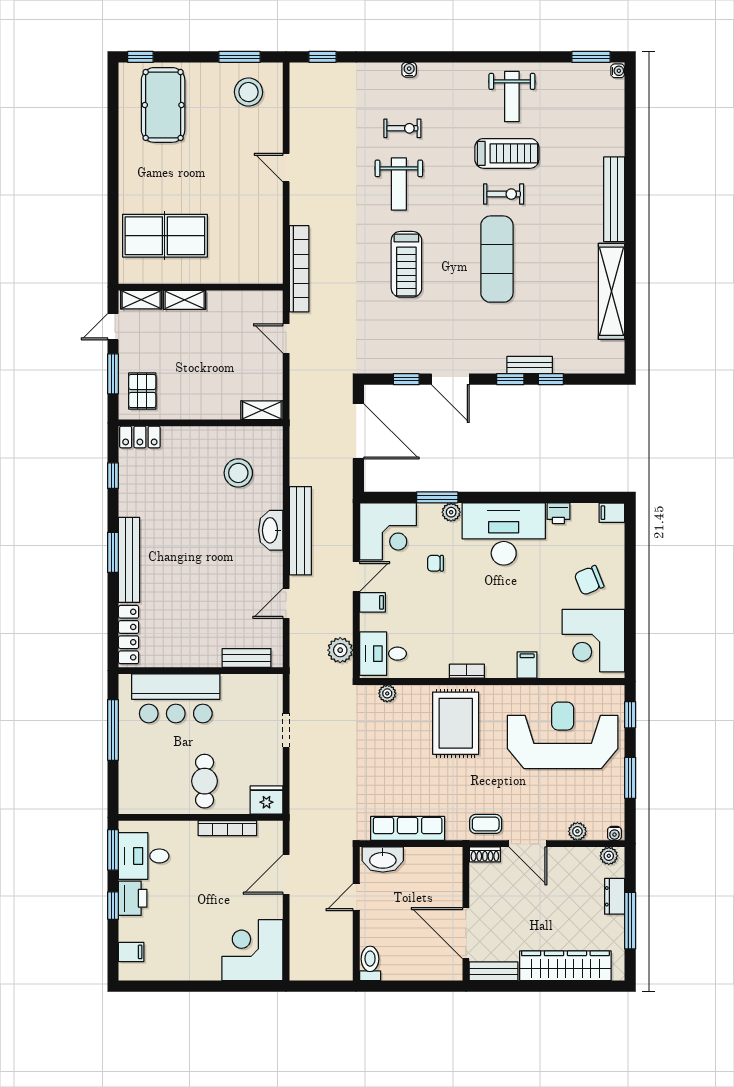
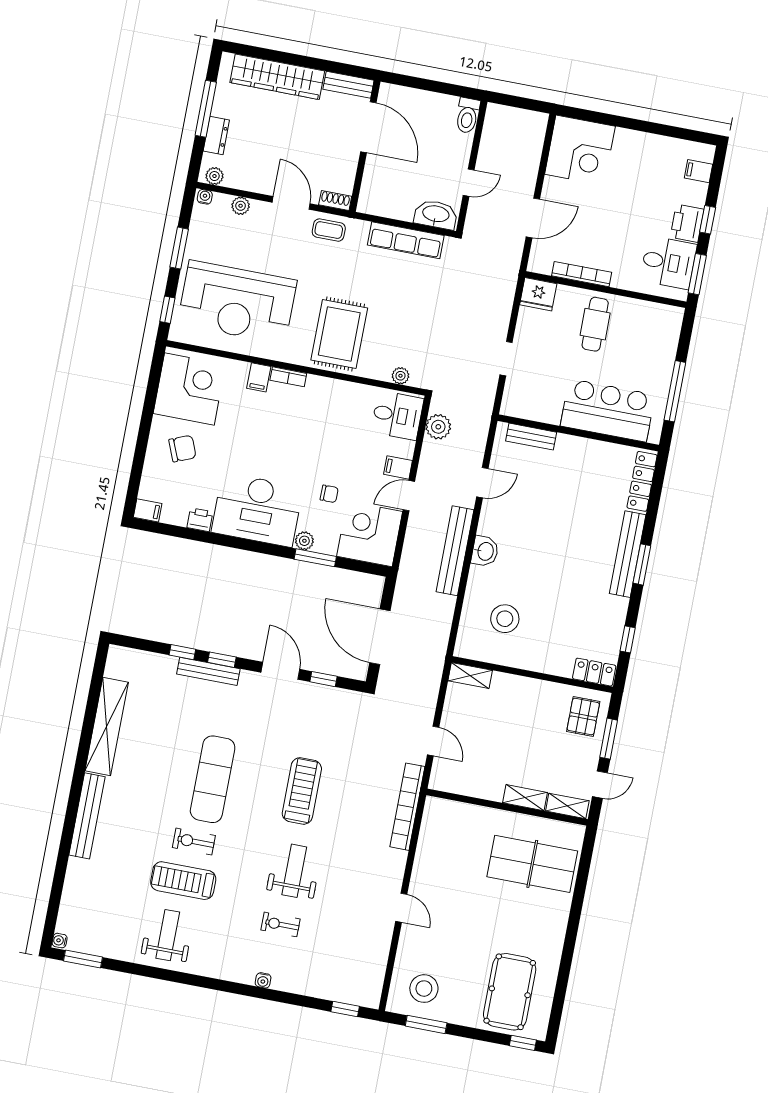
bench: (530, 365) -> (208, 671), width x1.36
washbasin: (271, 530) -> (485, 551), width x0.72
bookcase: (467, 671) -> (288, 377), moved

